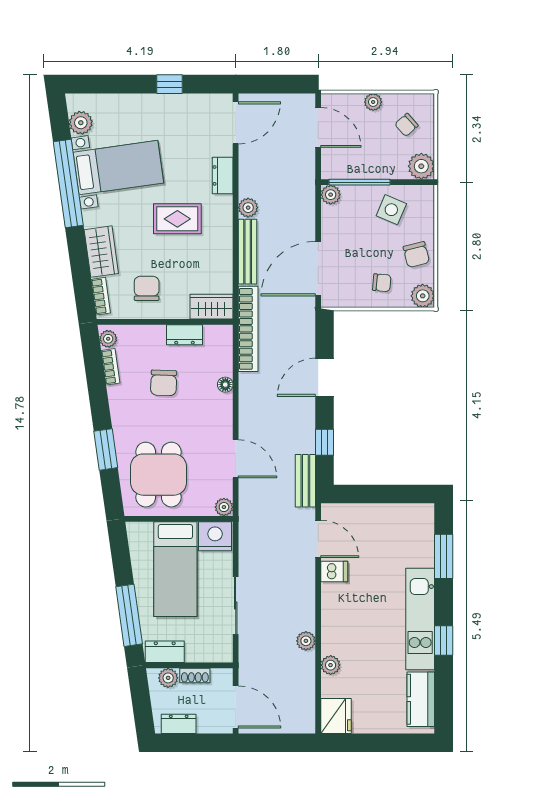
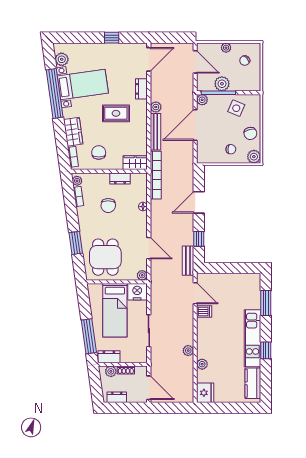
plant: (421, 166) -> (222, 84), moved
door: (318, 269) -> (195, 125), moved

